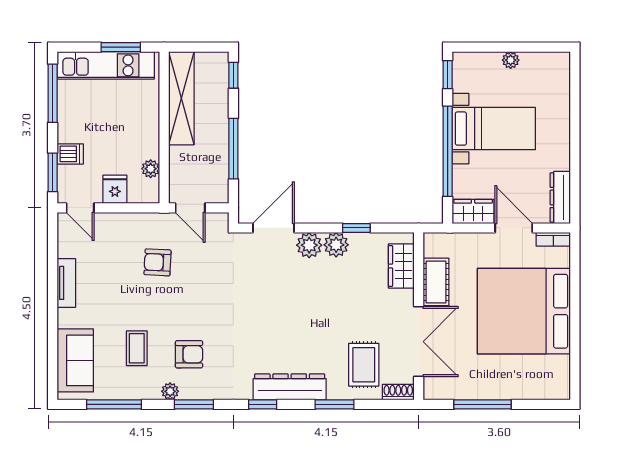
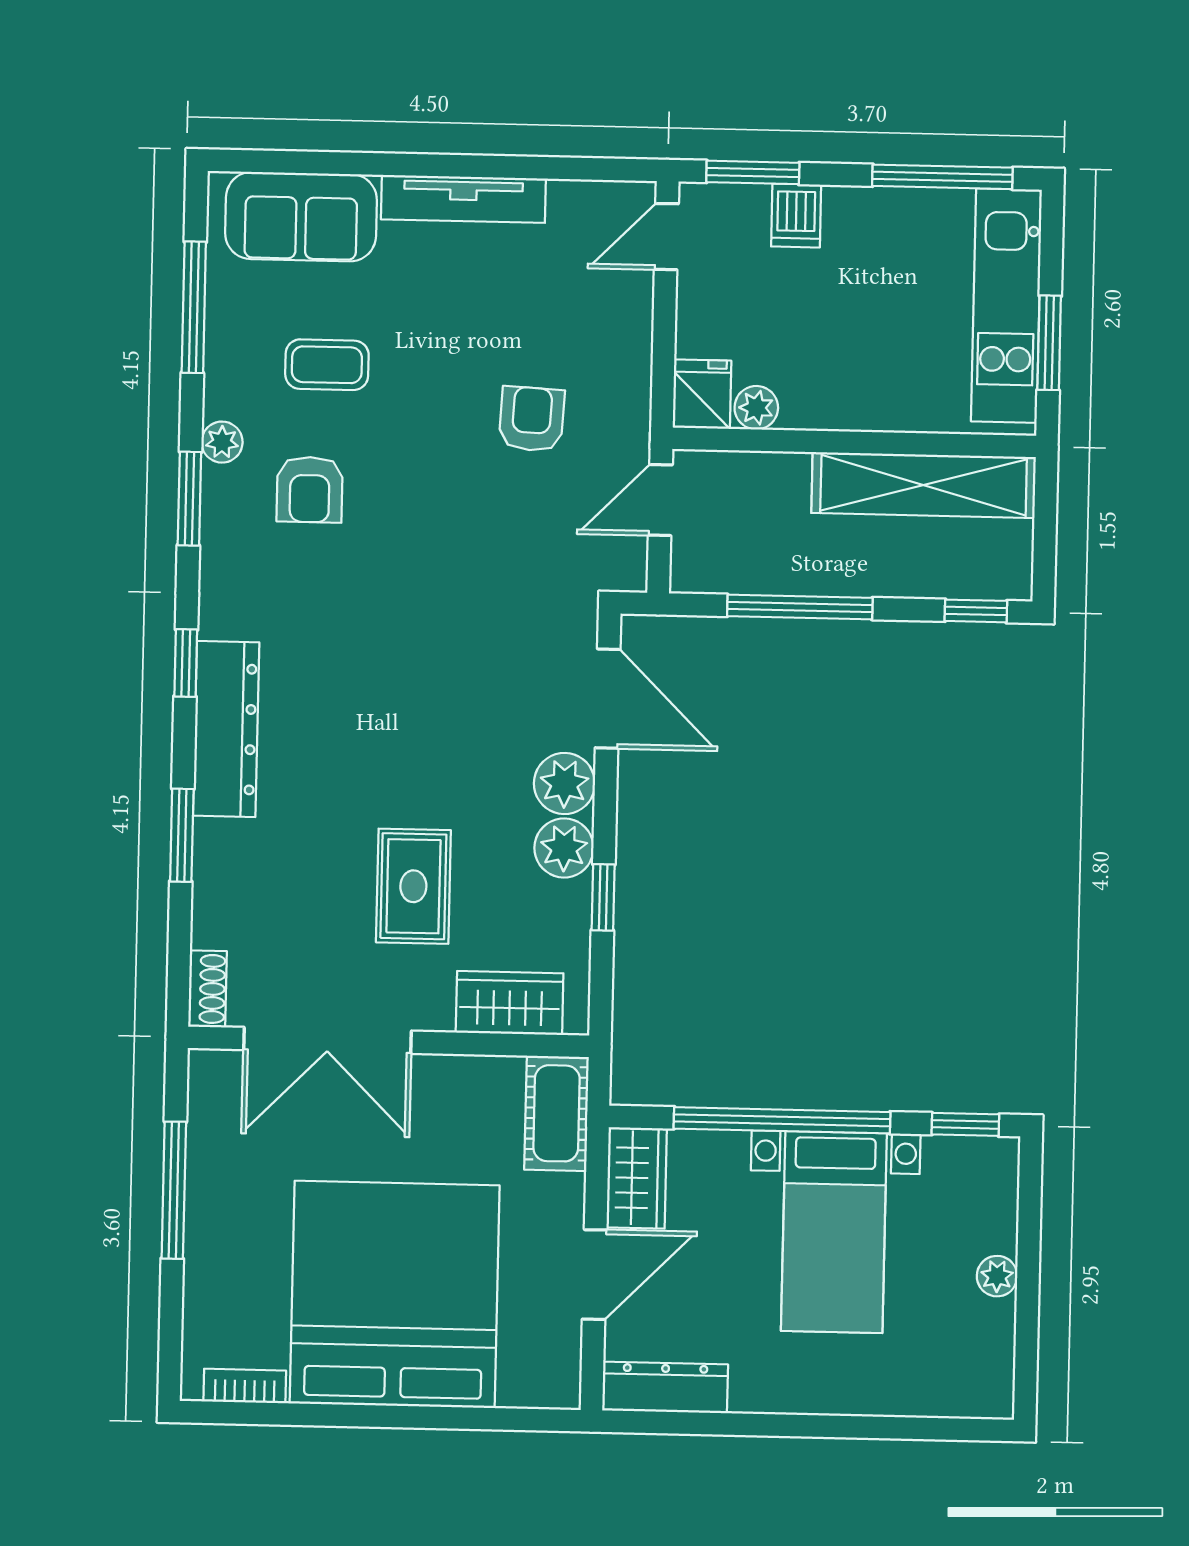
fridge: (115, 189) -> (702, 394), moved, turned -90
bookcase: (553, 239) -> (245, 1386), moved, turned 90
cot: (436, 282) -> (557, 1113), moved, turned 90
tv unit: (66, 283) -> (463, 199), width x1.41
rug: (364, 365) -> (413, 886), moved, turned 90

